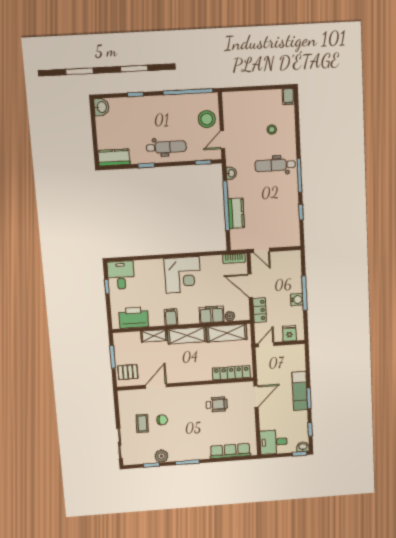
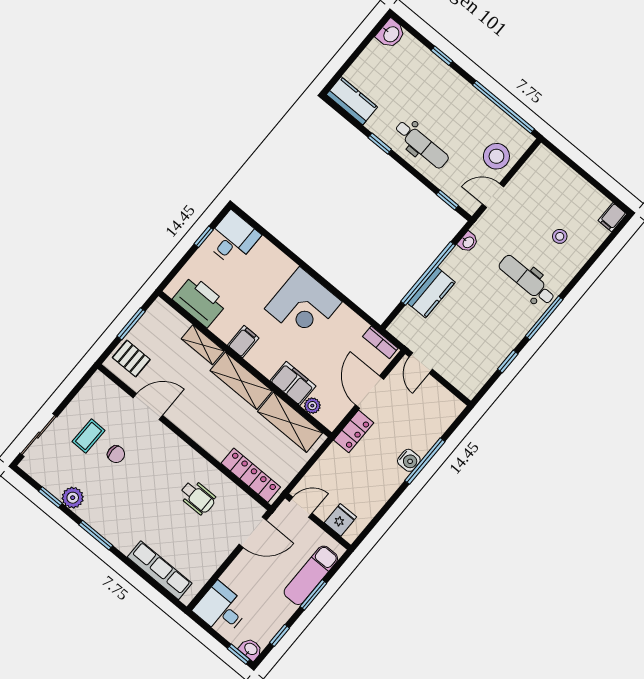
fridge: (289, 333) -> (341, 520), moved
wall: (280, 344) -> (318, 522), moved
door: (266, 345) -> (301, 507), moved

